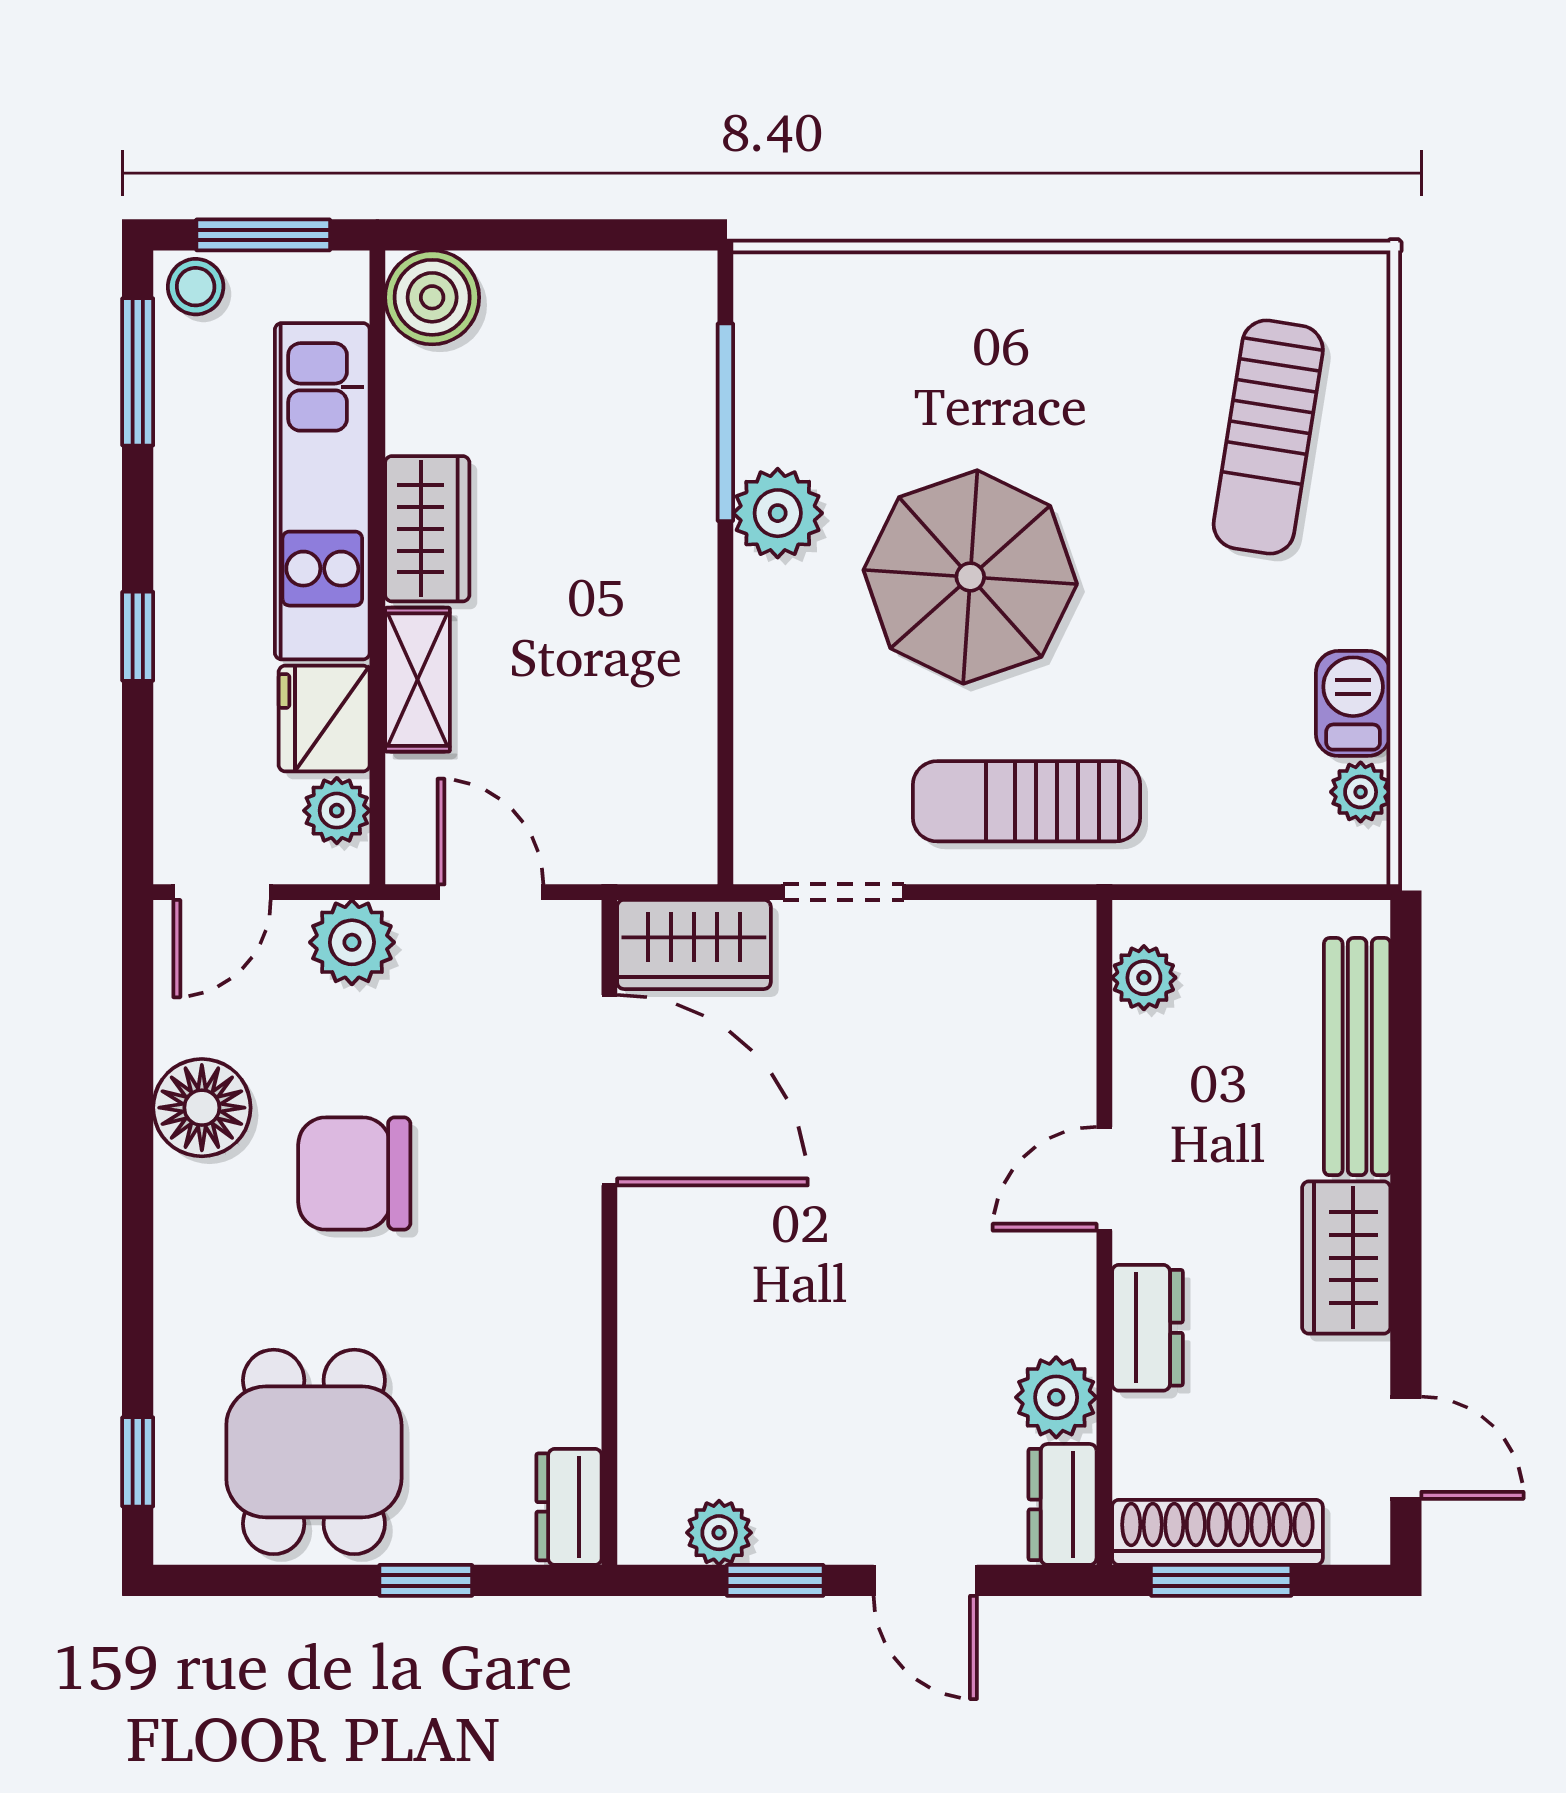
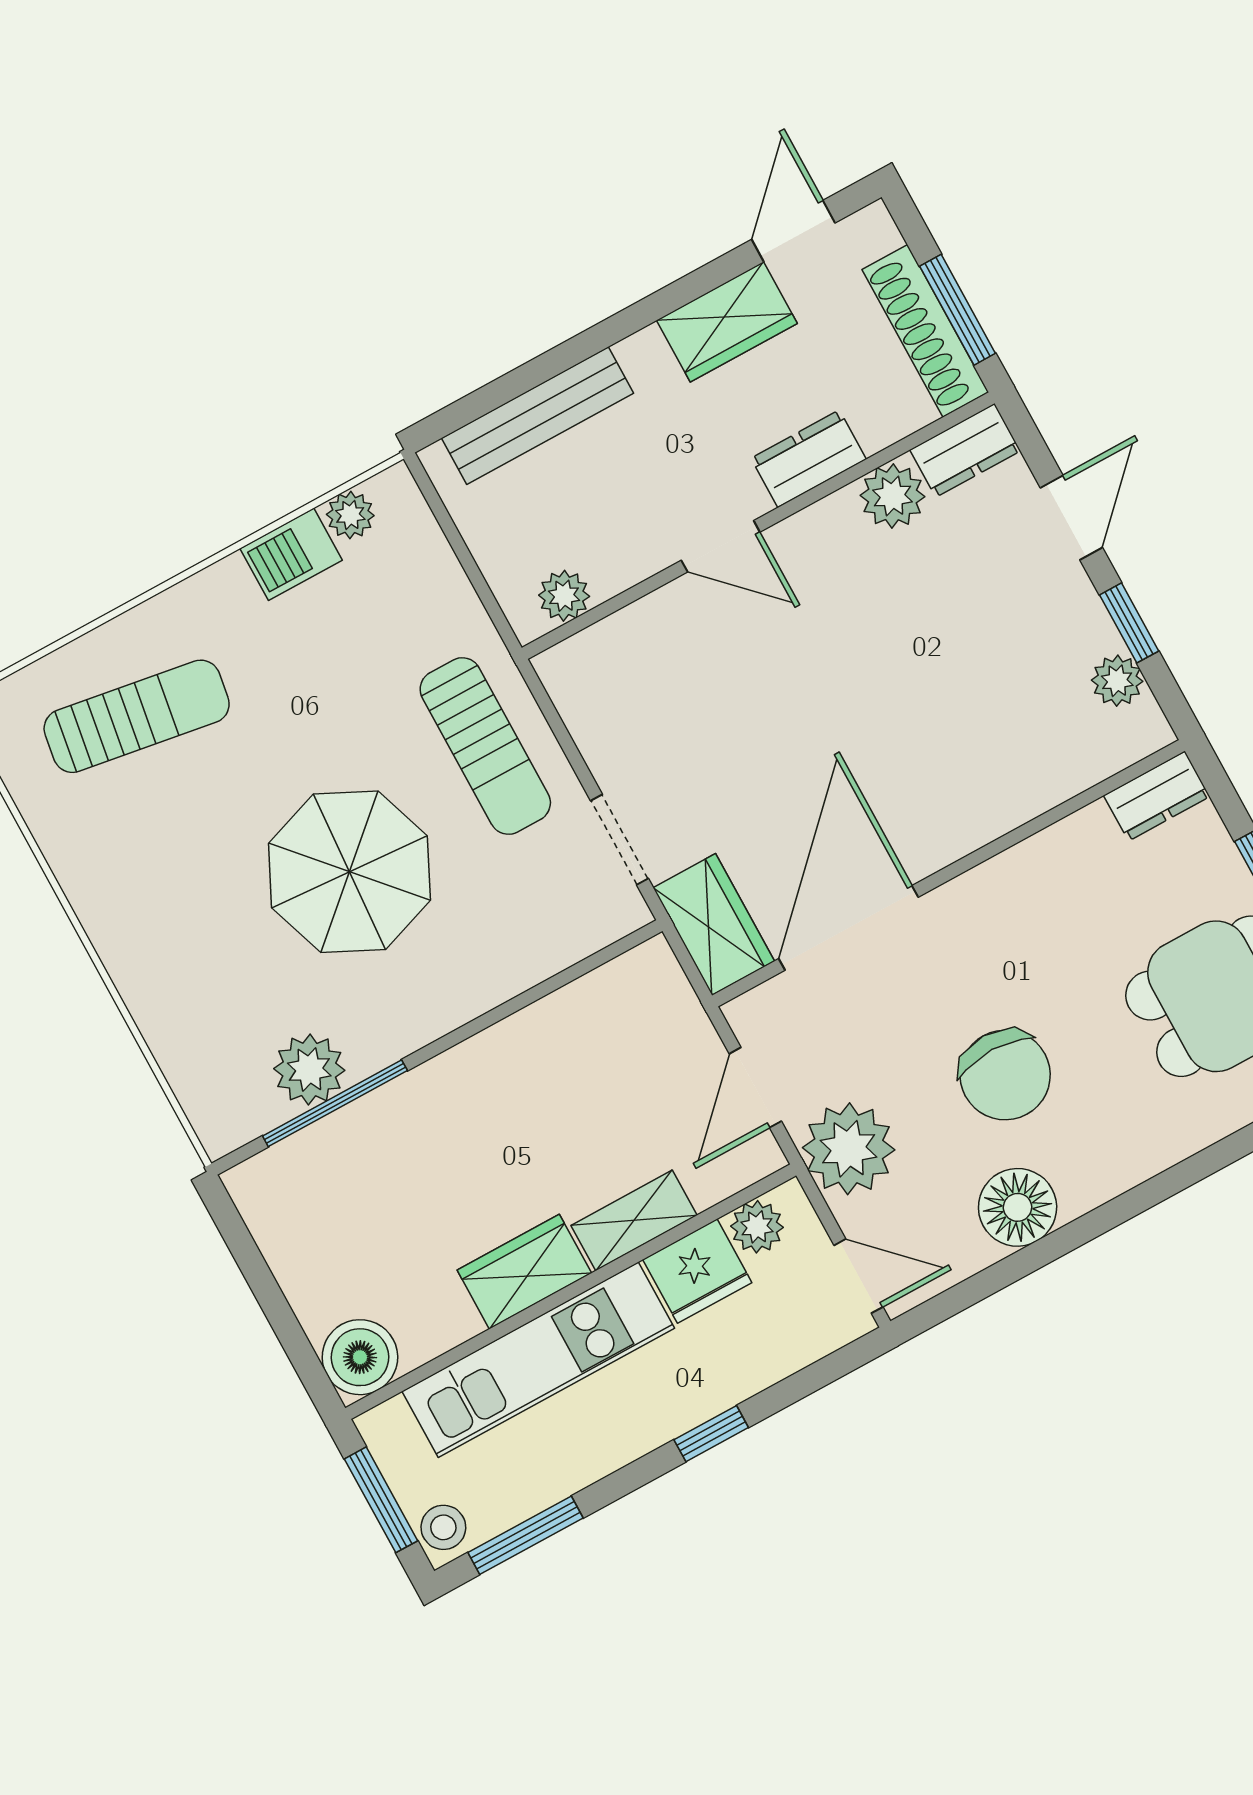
plant: (778, 513) -> (309, 1069), moved
plant: (352, 942) -> (849, 1149), width x1.36, depth x1.36
wardrobe: (1346, 1258) -> (727, 322), moved

